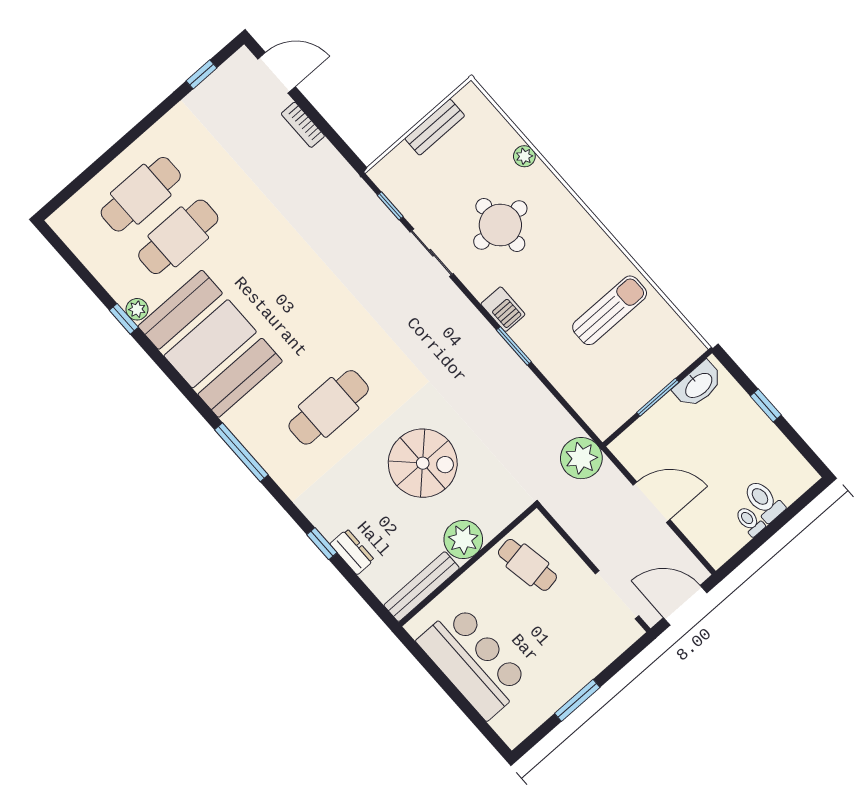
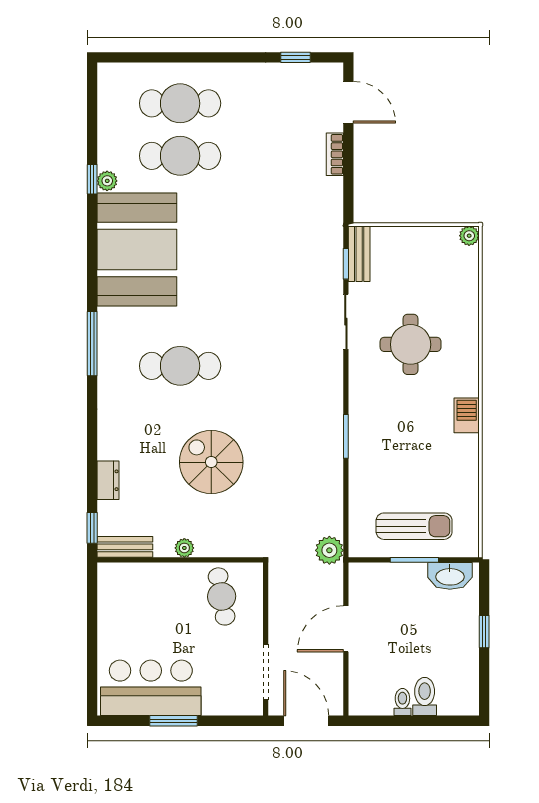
bench: (435, 127) -> (359, 254), moved, turned 90
plant: (524, 156) -> (469, 236), moved
barbecue: (503, 309) -> (467, 415), moved, turned 180
sun lounger: (610, 310) -> (414, 526), moved
plant: (581, 458) -> (329, 550), width x0.73, depth x0.73
spiral stairs: (423, 463) -> (211, 462), turned 180
door: (652, 502) -> (346, 629), swing flipped
plant: (463, 540) -> (184, 548), width x0.53, depth x0.53
window: (322, 544) -> (92, 528), moved
bench: (422, 587) -> (125, 547), width x0.73
bar counter: (473, 662) -> (151, 688), moved, turned -90

